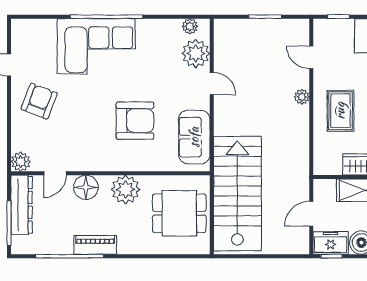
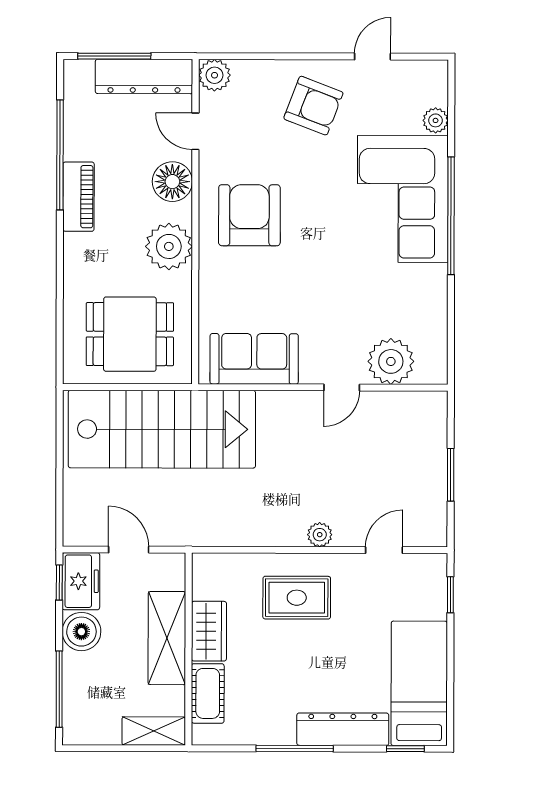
plant: (190, 26) -> (436, 120), moved
armchair: (135, 121) -> (249, 215), moved, turned 180
dining table: (179, 213) -> (130, 334), turned 90

